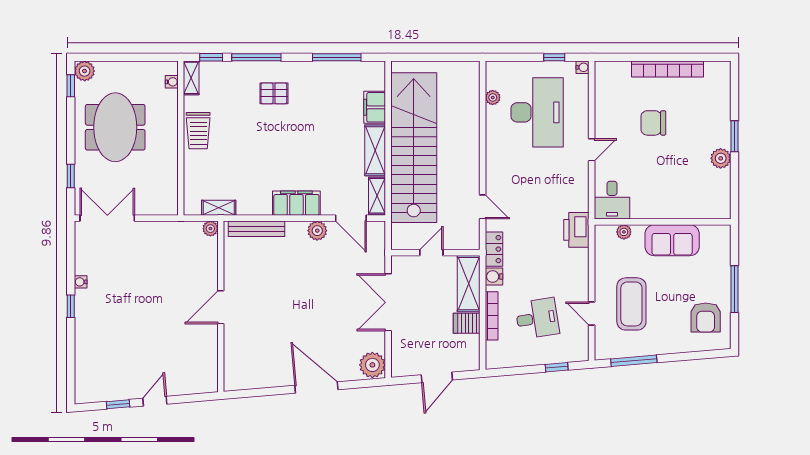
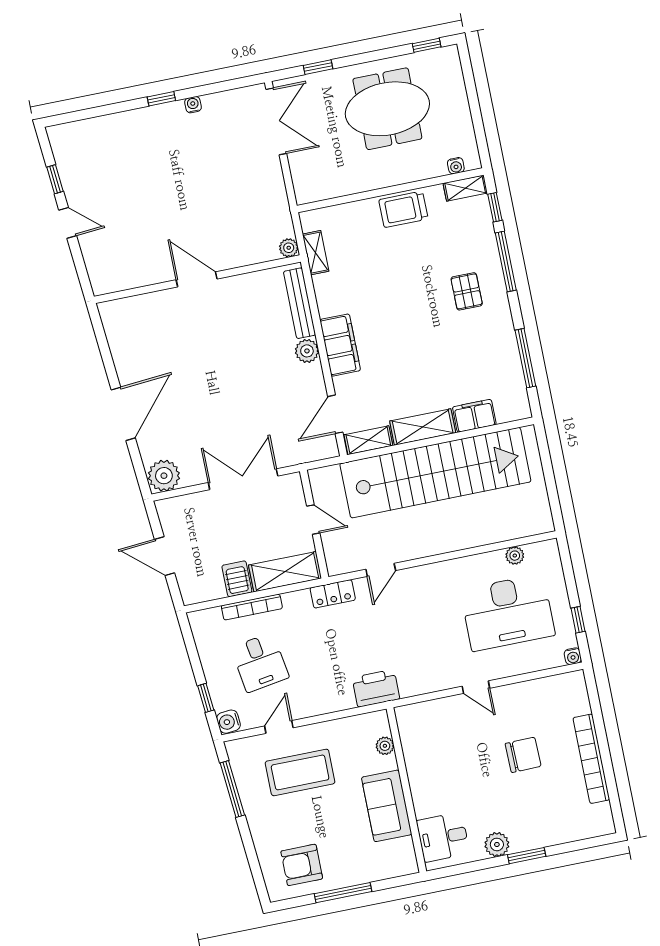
plant: (85, 71) -> (448, 58), removed
chair: (653, 123) -> (523, 755), turned 89
desk: (612, 200) -> (443, 837), moved
plant: (317, 231) -> (307, 351), moved
water cooler: (494, 277) -> (229, 722), moved, turned -95

